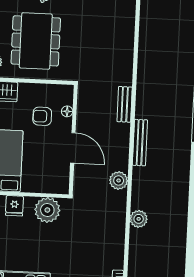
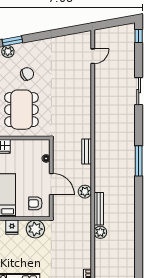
armchair: (42, 116) -> (35, 203), moved
bench: (140, 143) -> (99, 209), moved
plant: (119, 180) -> (85, 192), moved

